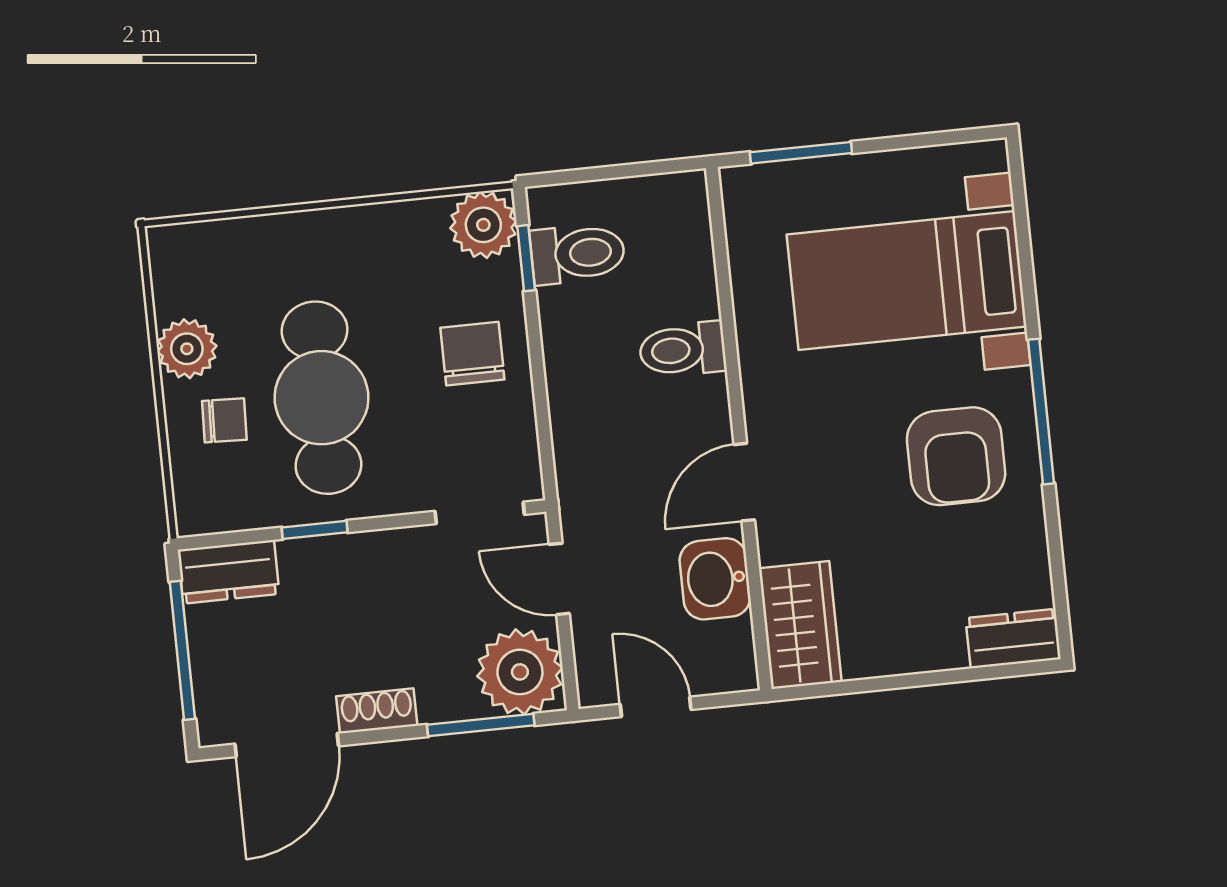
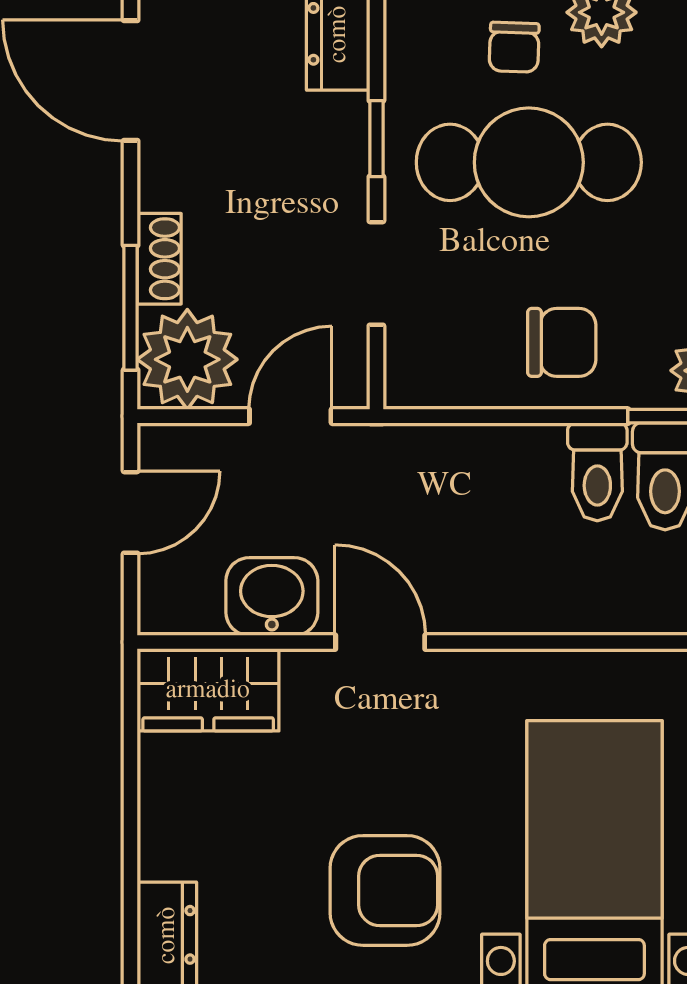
toilet: (683, 350) -> (597, 472), moved, turned 180
armchair: (956, 456) -> (385, 890), turned 180
doorway: (480, 513) -> (376, 273), moved
shoe rack: (377, 711) -> (159, 259), moved

